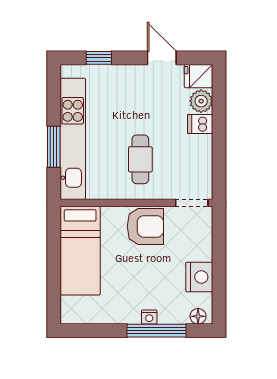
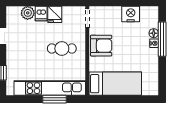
fridge: (199, 76) -> (55, 14), moved
armchair: (145, 226) -> (101, 46), turned 90
floor lamp: (198, 316) -> (154, 33), moved

